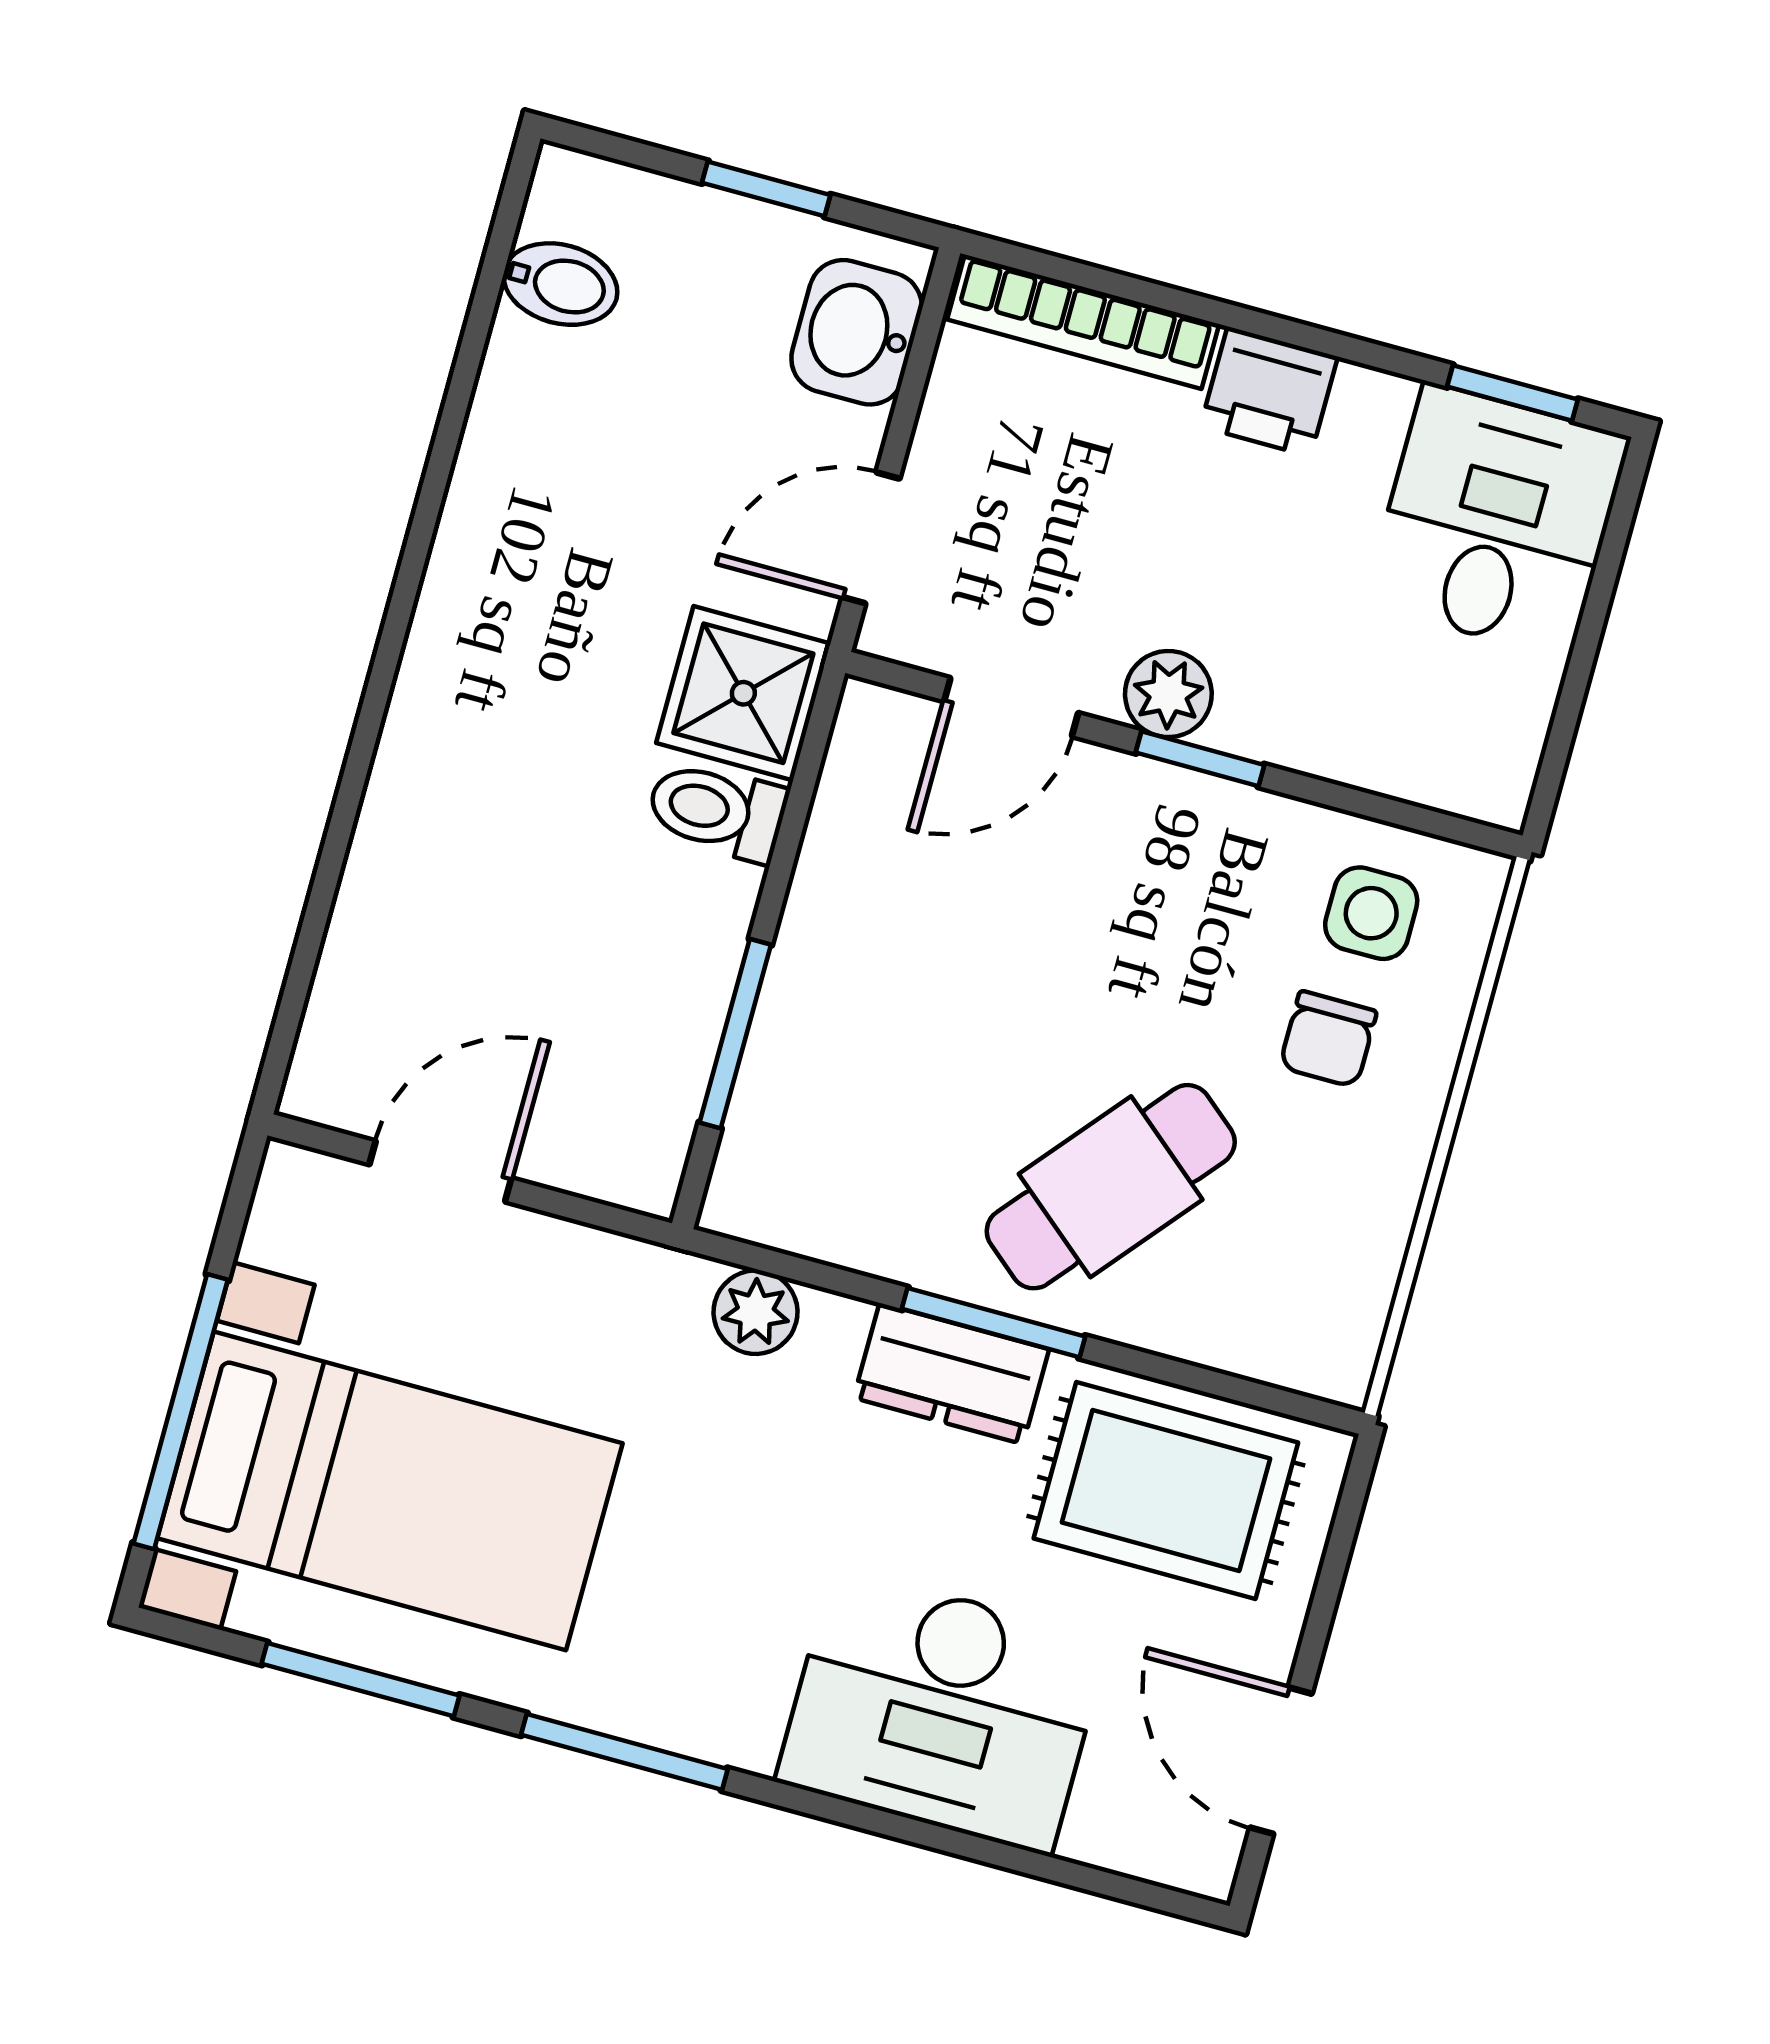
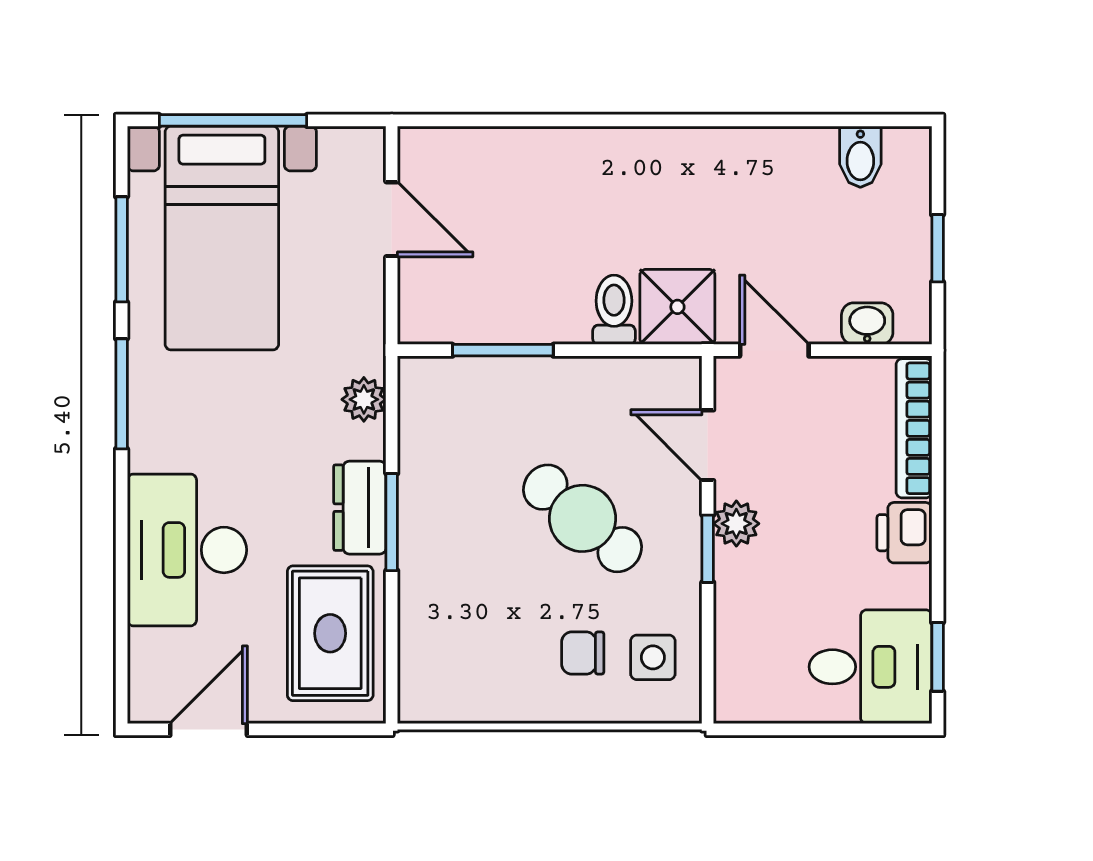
washbasin: (857, 332) -> (867, 324), width x0.72, depth x0.69
cafe table: (1111, 1187) -> (583, 518), moved

